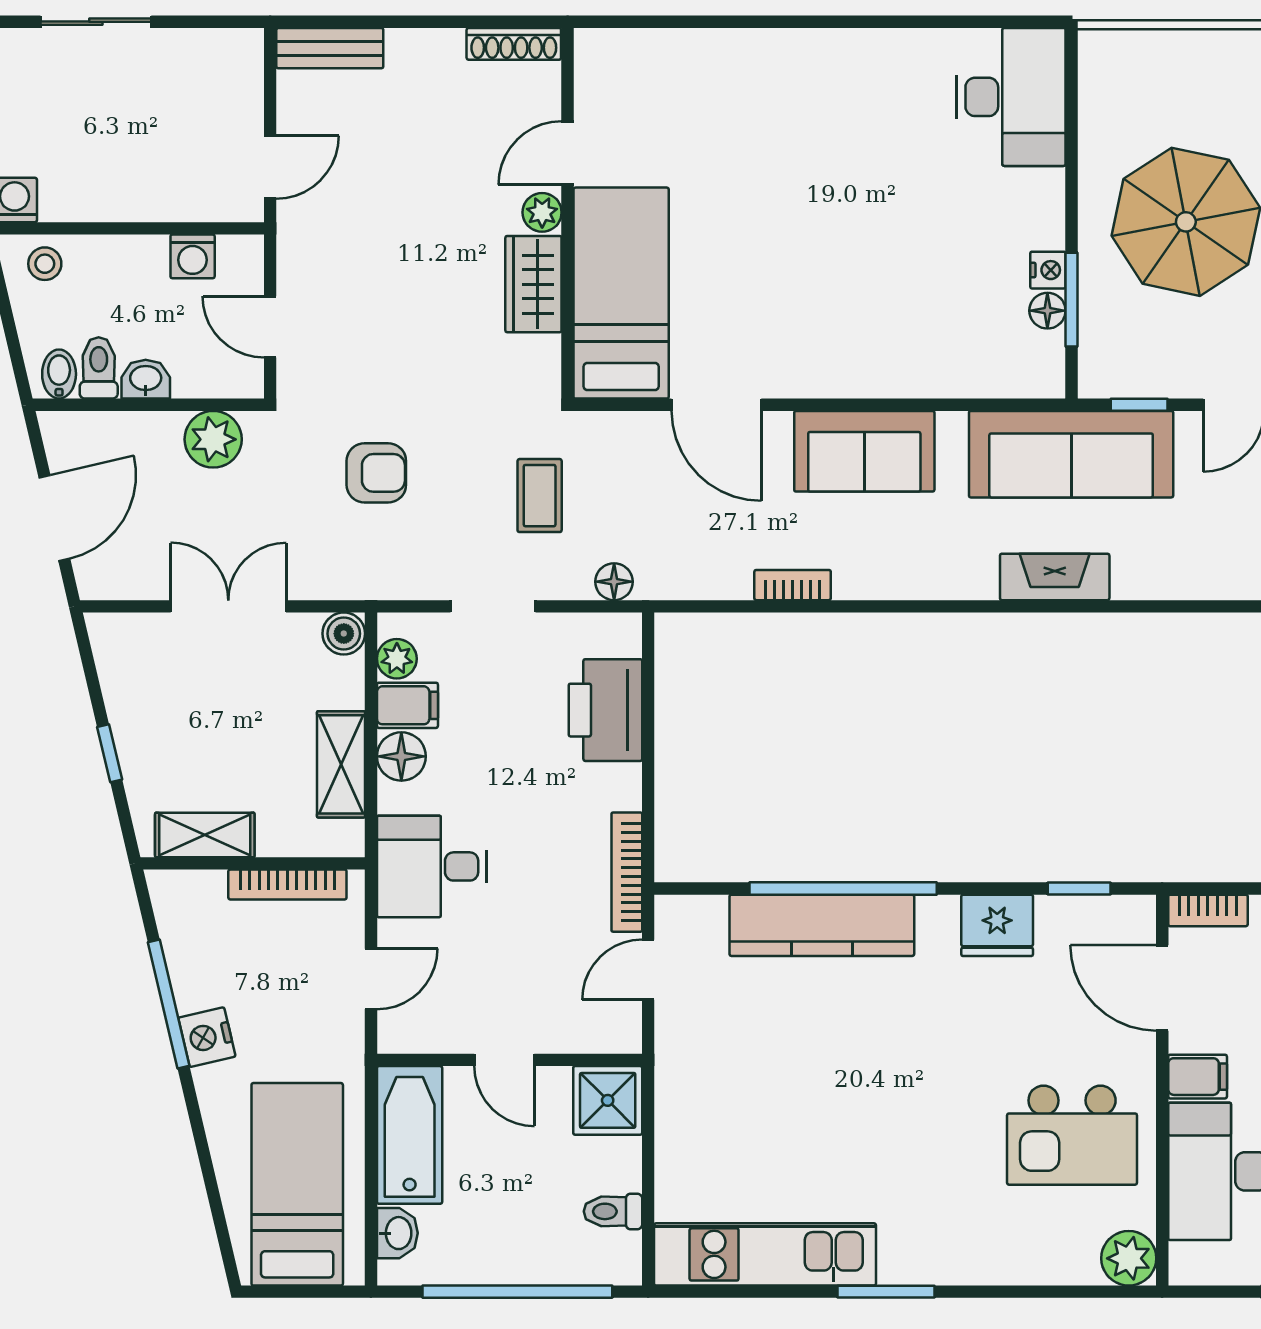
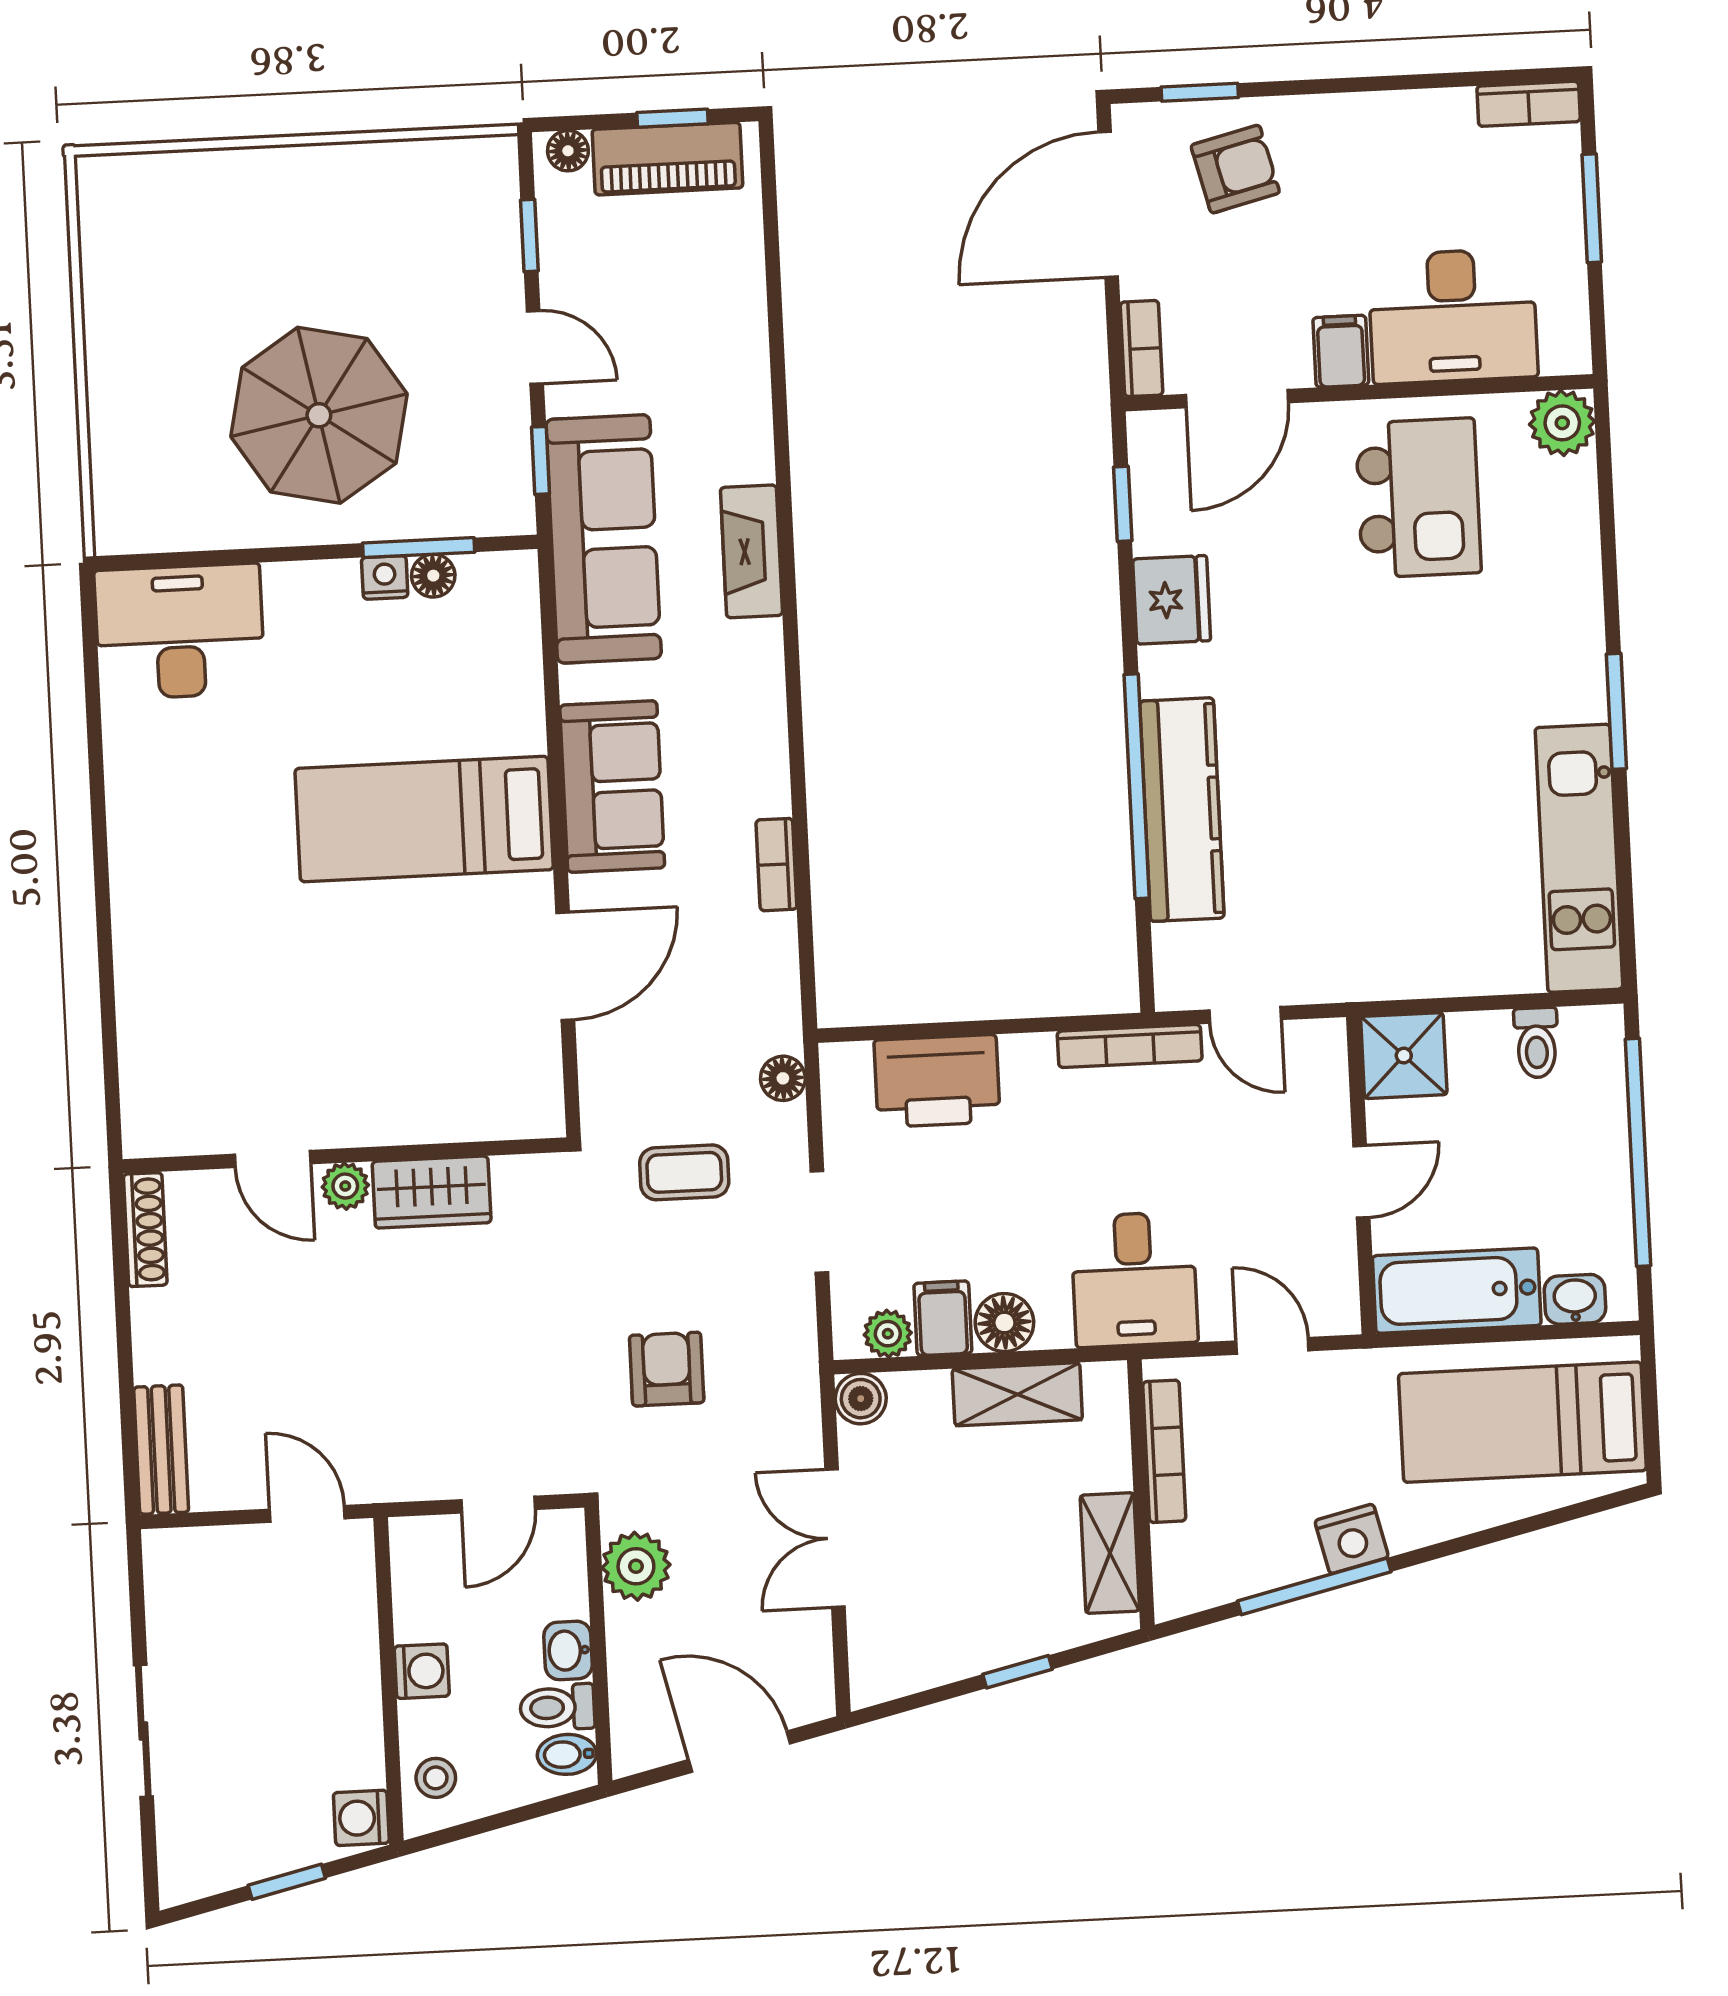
washing machine: (193, 256) -> (422, 1671), moved
bed: (621, 293) -> (424, 819), moved

